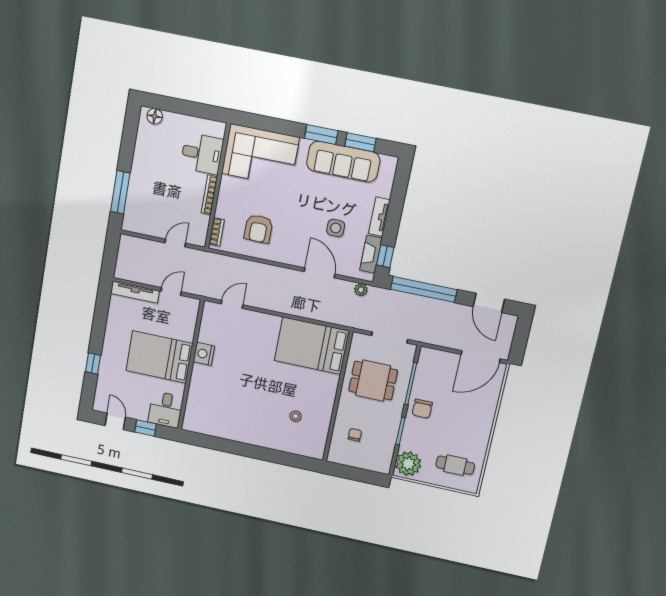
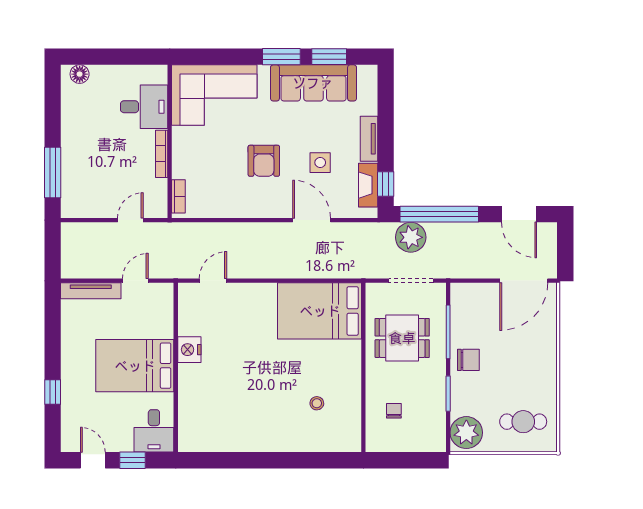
armchair: (258, 229) -> (264, 161), moved
plant: (361, 290) -> (411, 237), moved, width x1.88, depth x1.88
chair: (422, 409) -> (468, 360), turned -90

